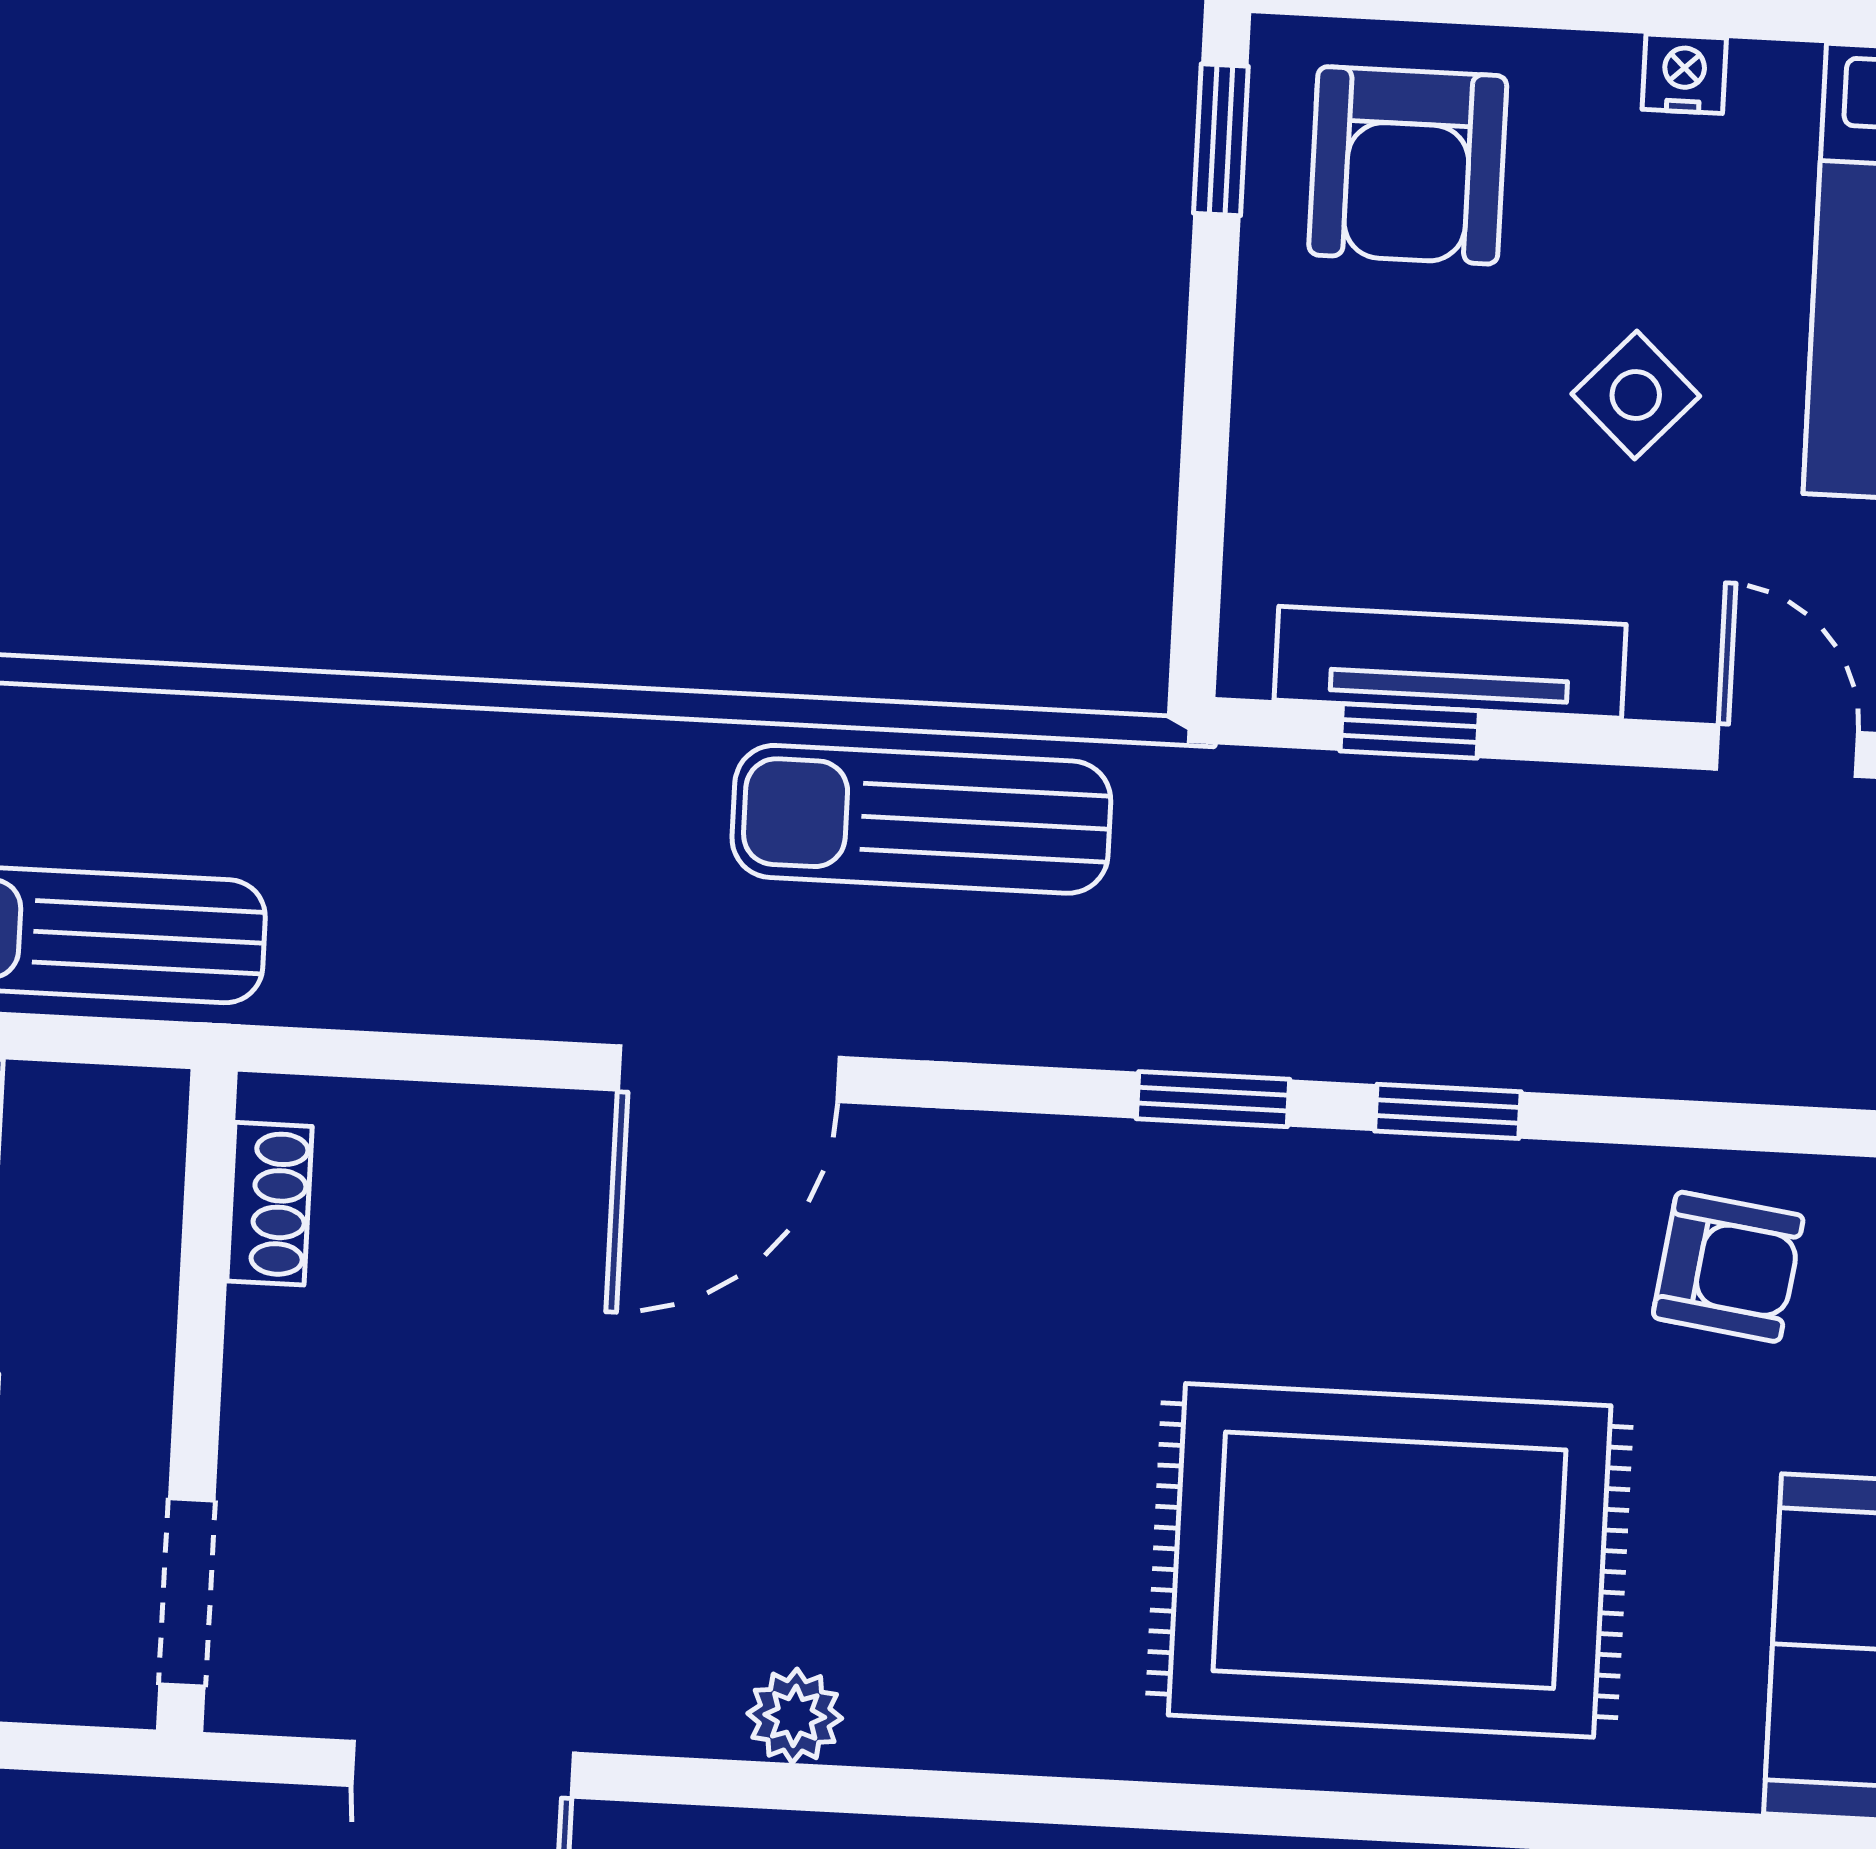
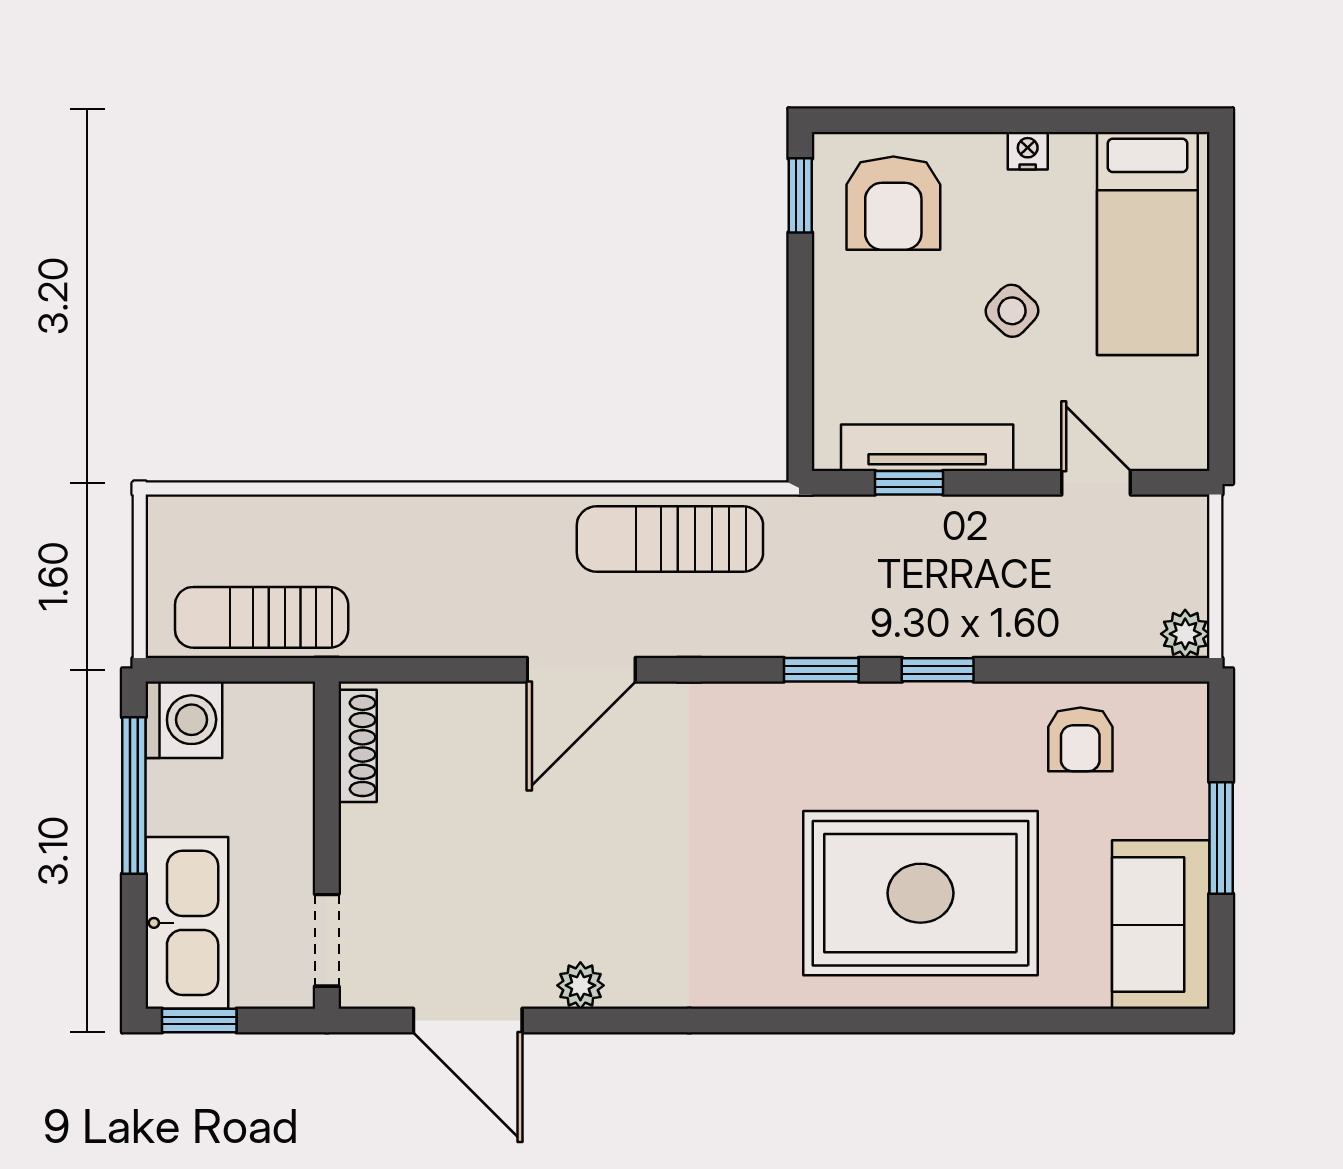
shoe rack: (270, 1204) -> (358, 746), width x1.43
armchair: (1728, 1267) -> (1080, 739), turned 82
plant: (795, 1716) -> (580, 985), moved

